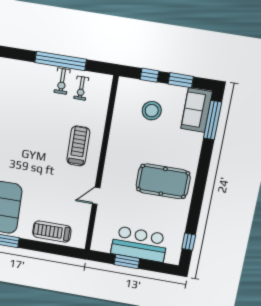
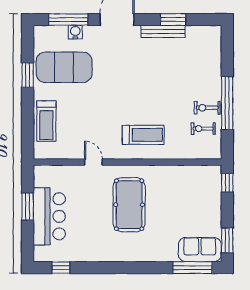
window: (150, 75) -> (227, 183), moved
window: (181, 80) -> (227, 240), moved
stool: (152, 111) -> (192, 204), removed
pool table: (163, 181) -> (129, 205), moved
treadmill: (52, 232) -> (46, 121), turned 180

